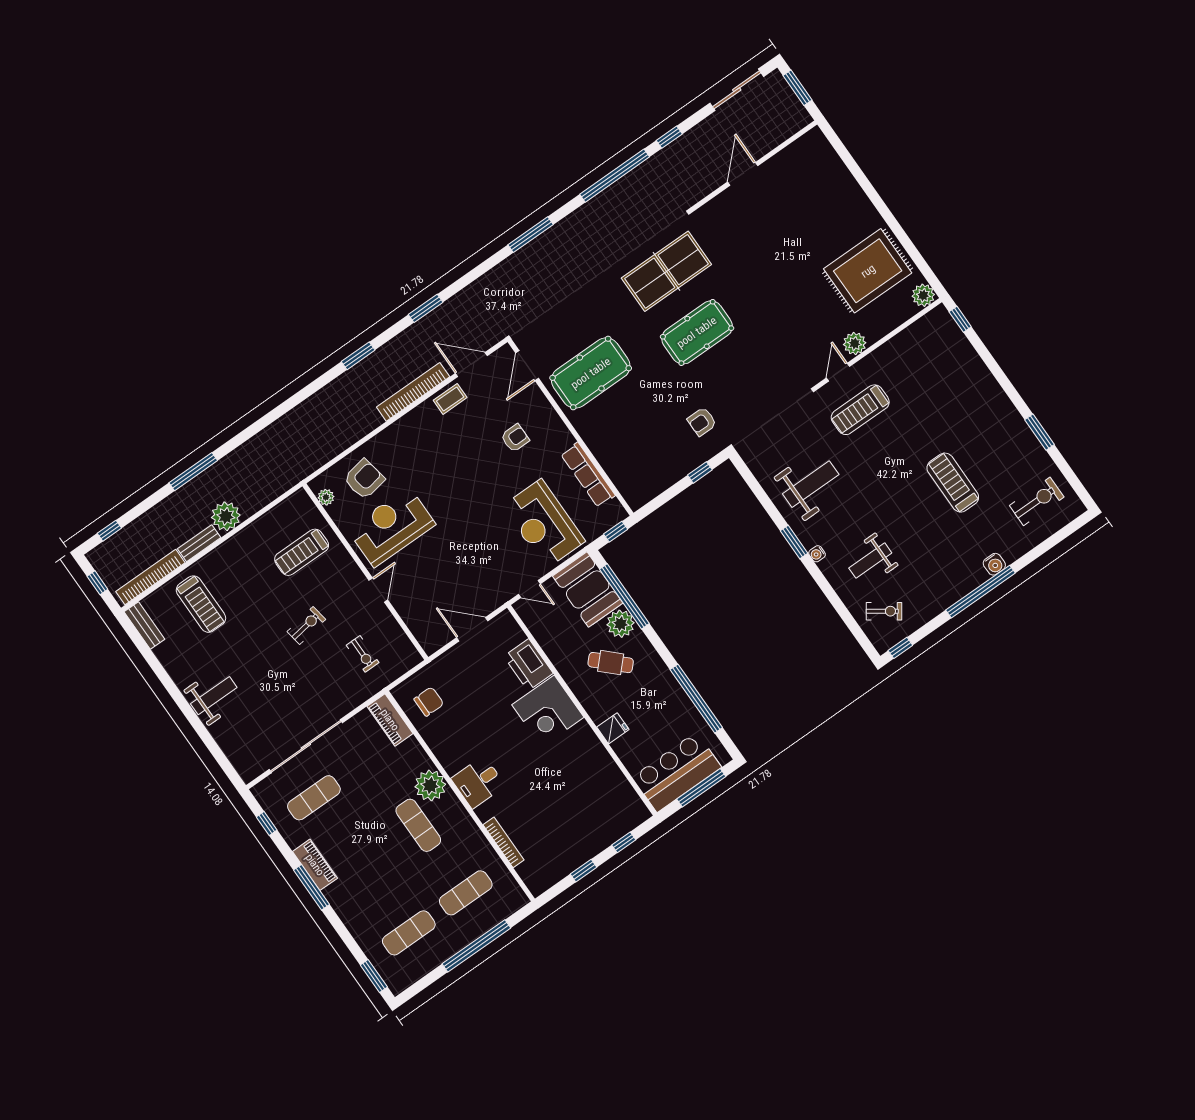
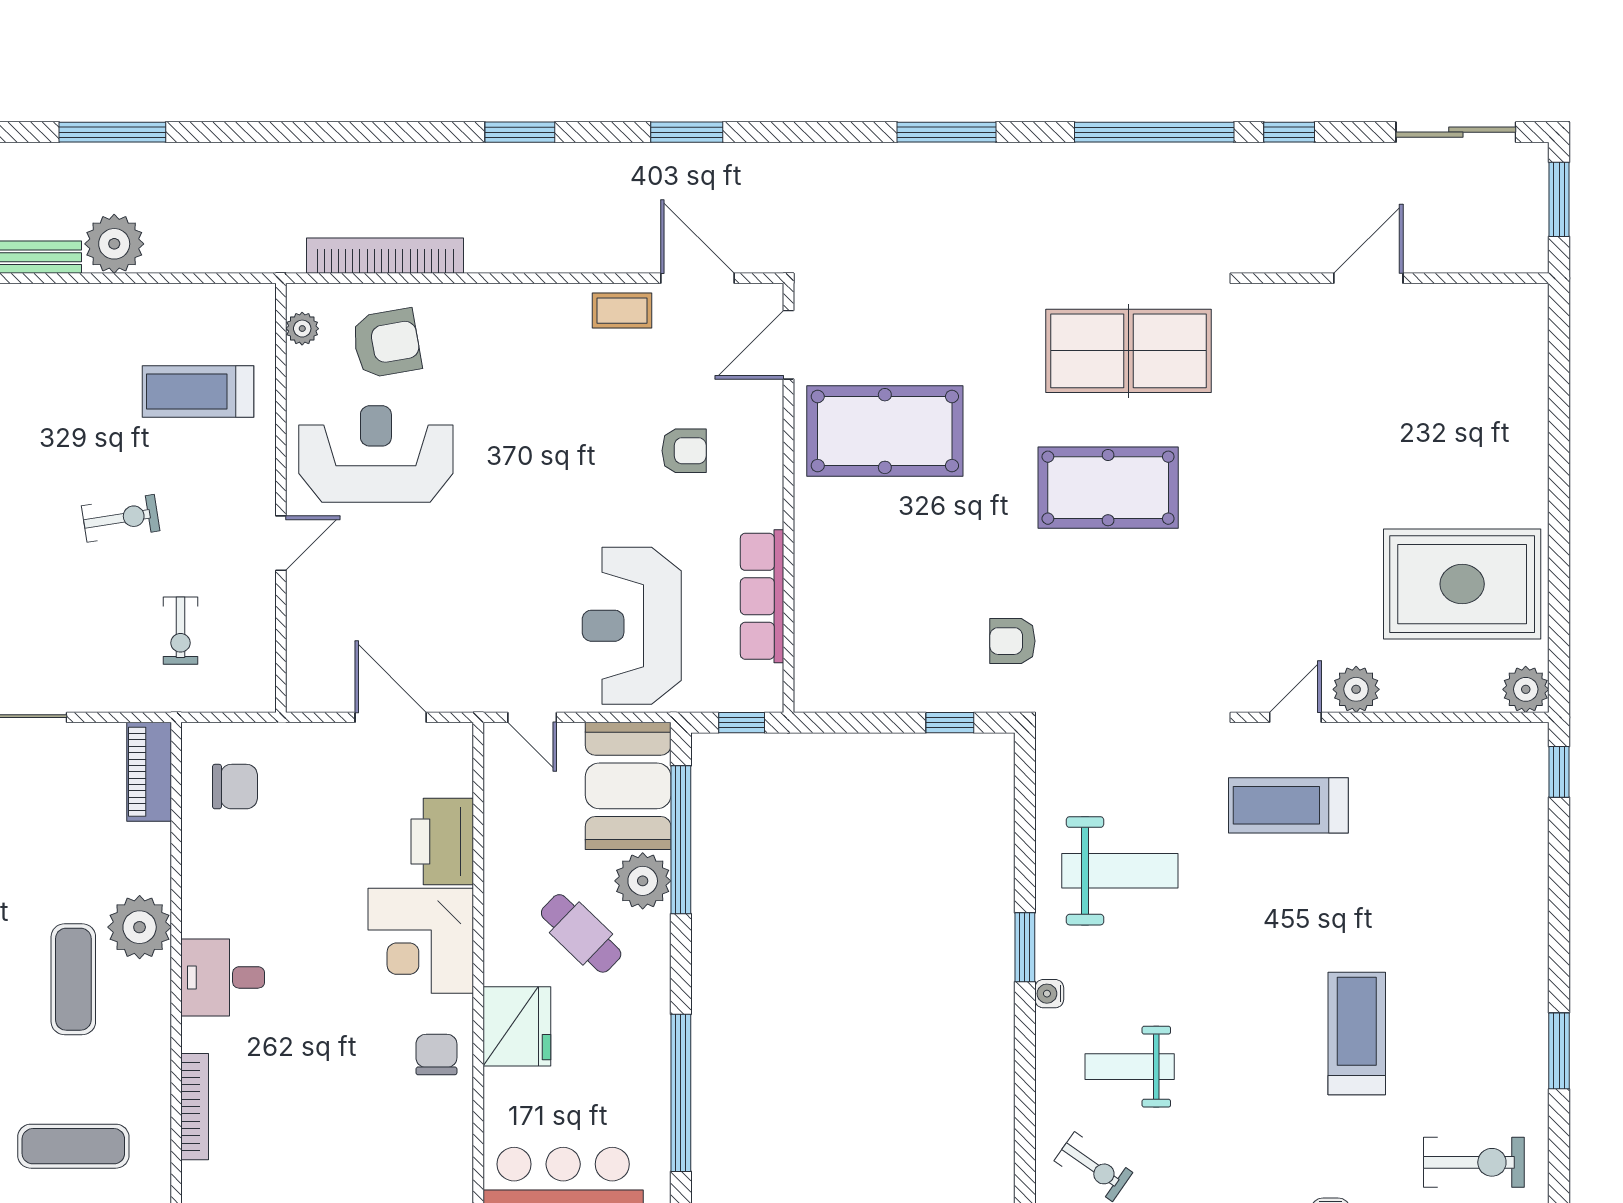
bookcase: (413, 392) -> (385, 256), moved
fridge: (613, 728) -> (517, 1026), width x1.88, depth x1.34
chair: (587, 753) -> (436, 1055), added

